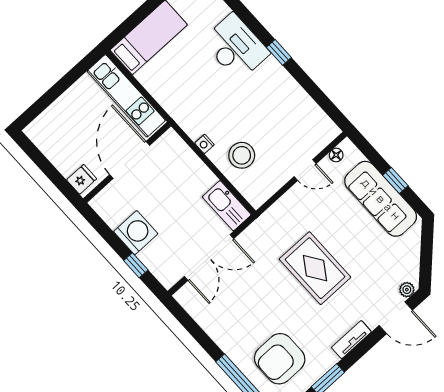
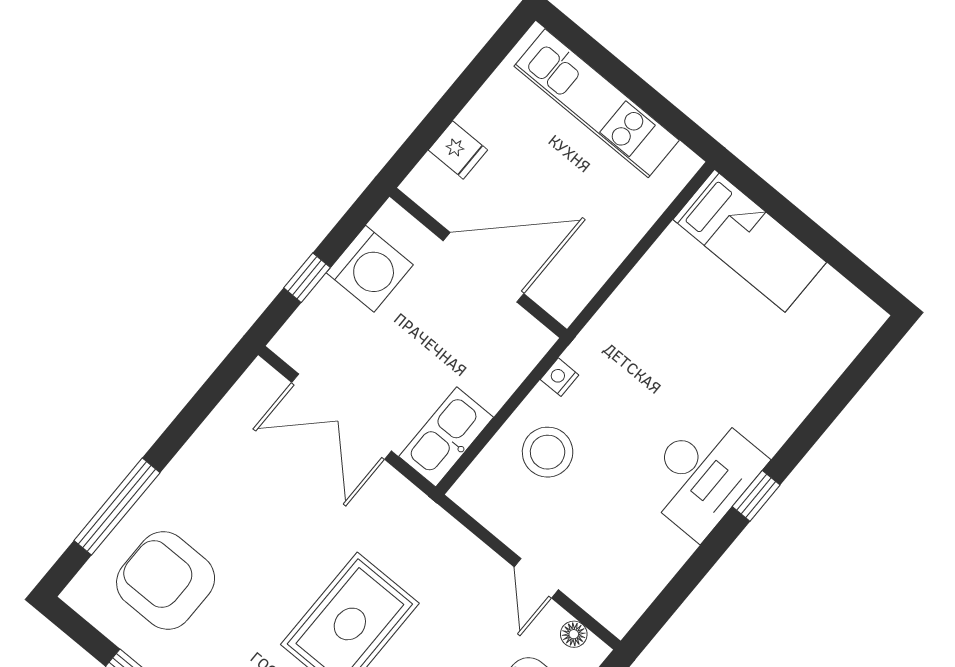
desk: (236, 47) -> (702, 474), moved
kitchen unit: (126, 96) -> (597, 103), moved, turned -90
door: (130, 160) -> (483, 267), moved
wall: (127, 162) -> (478, 263), moved

